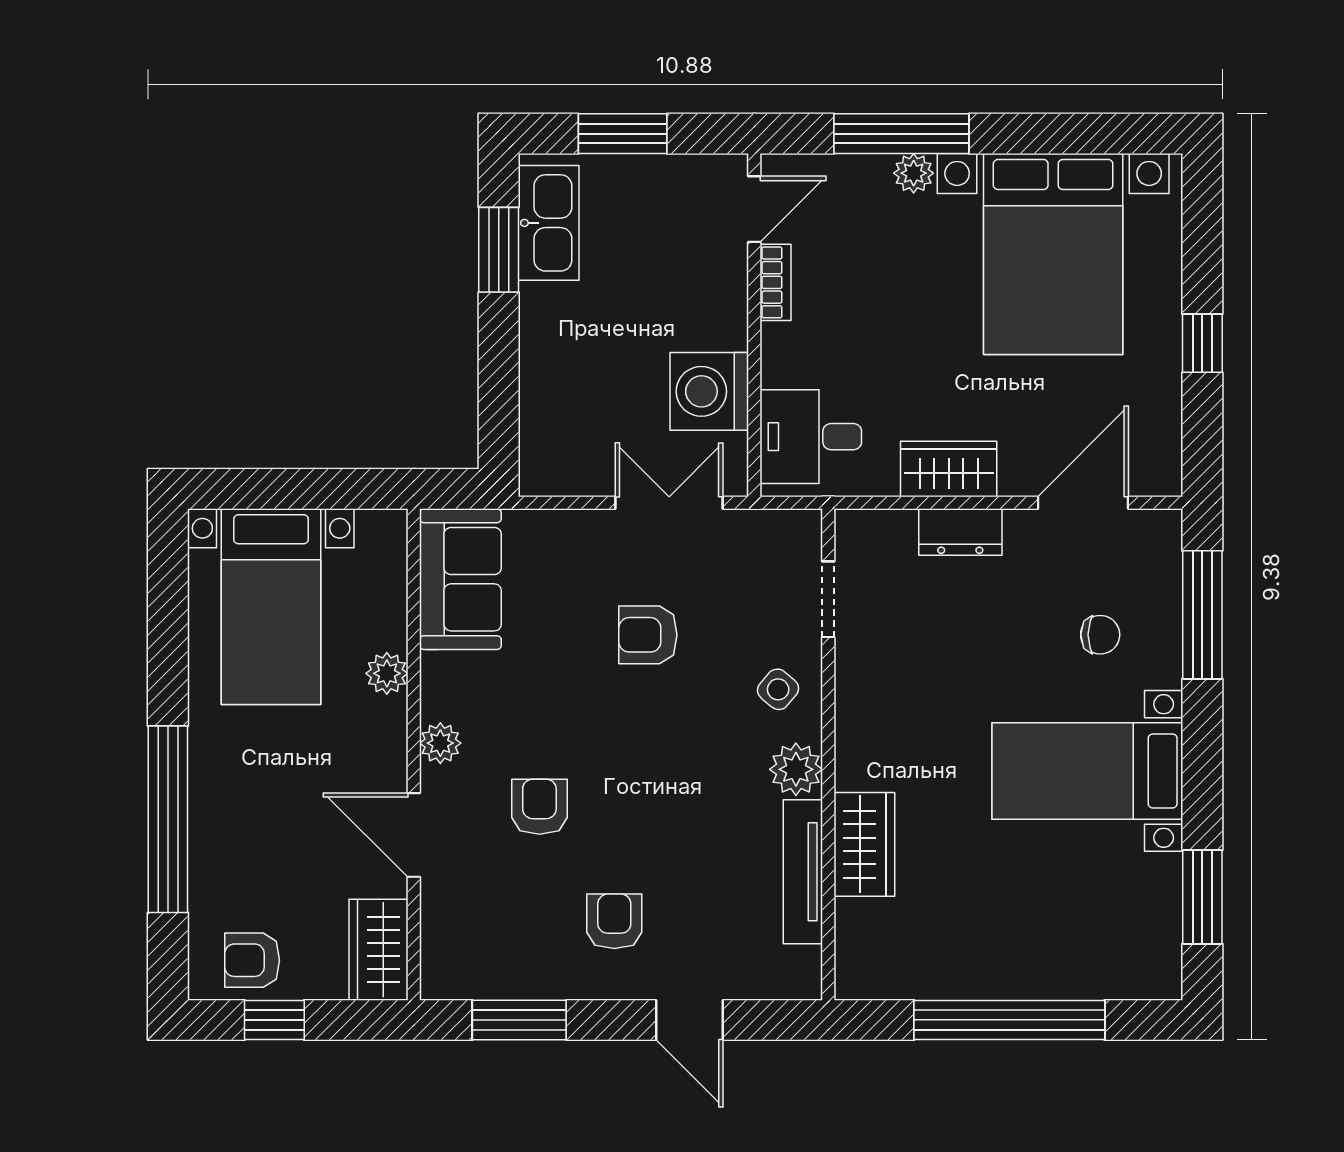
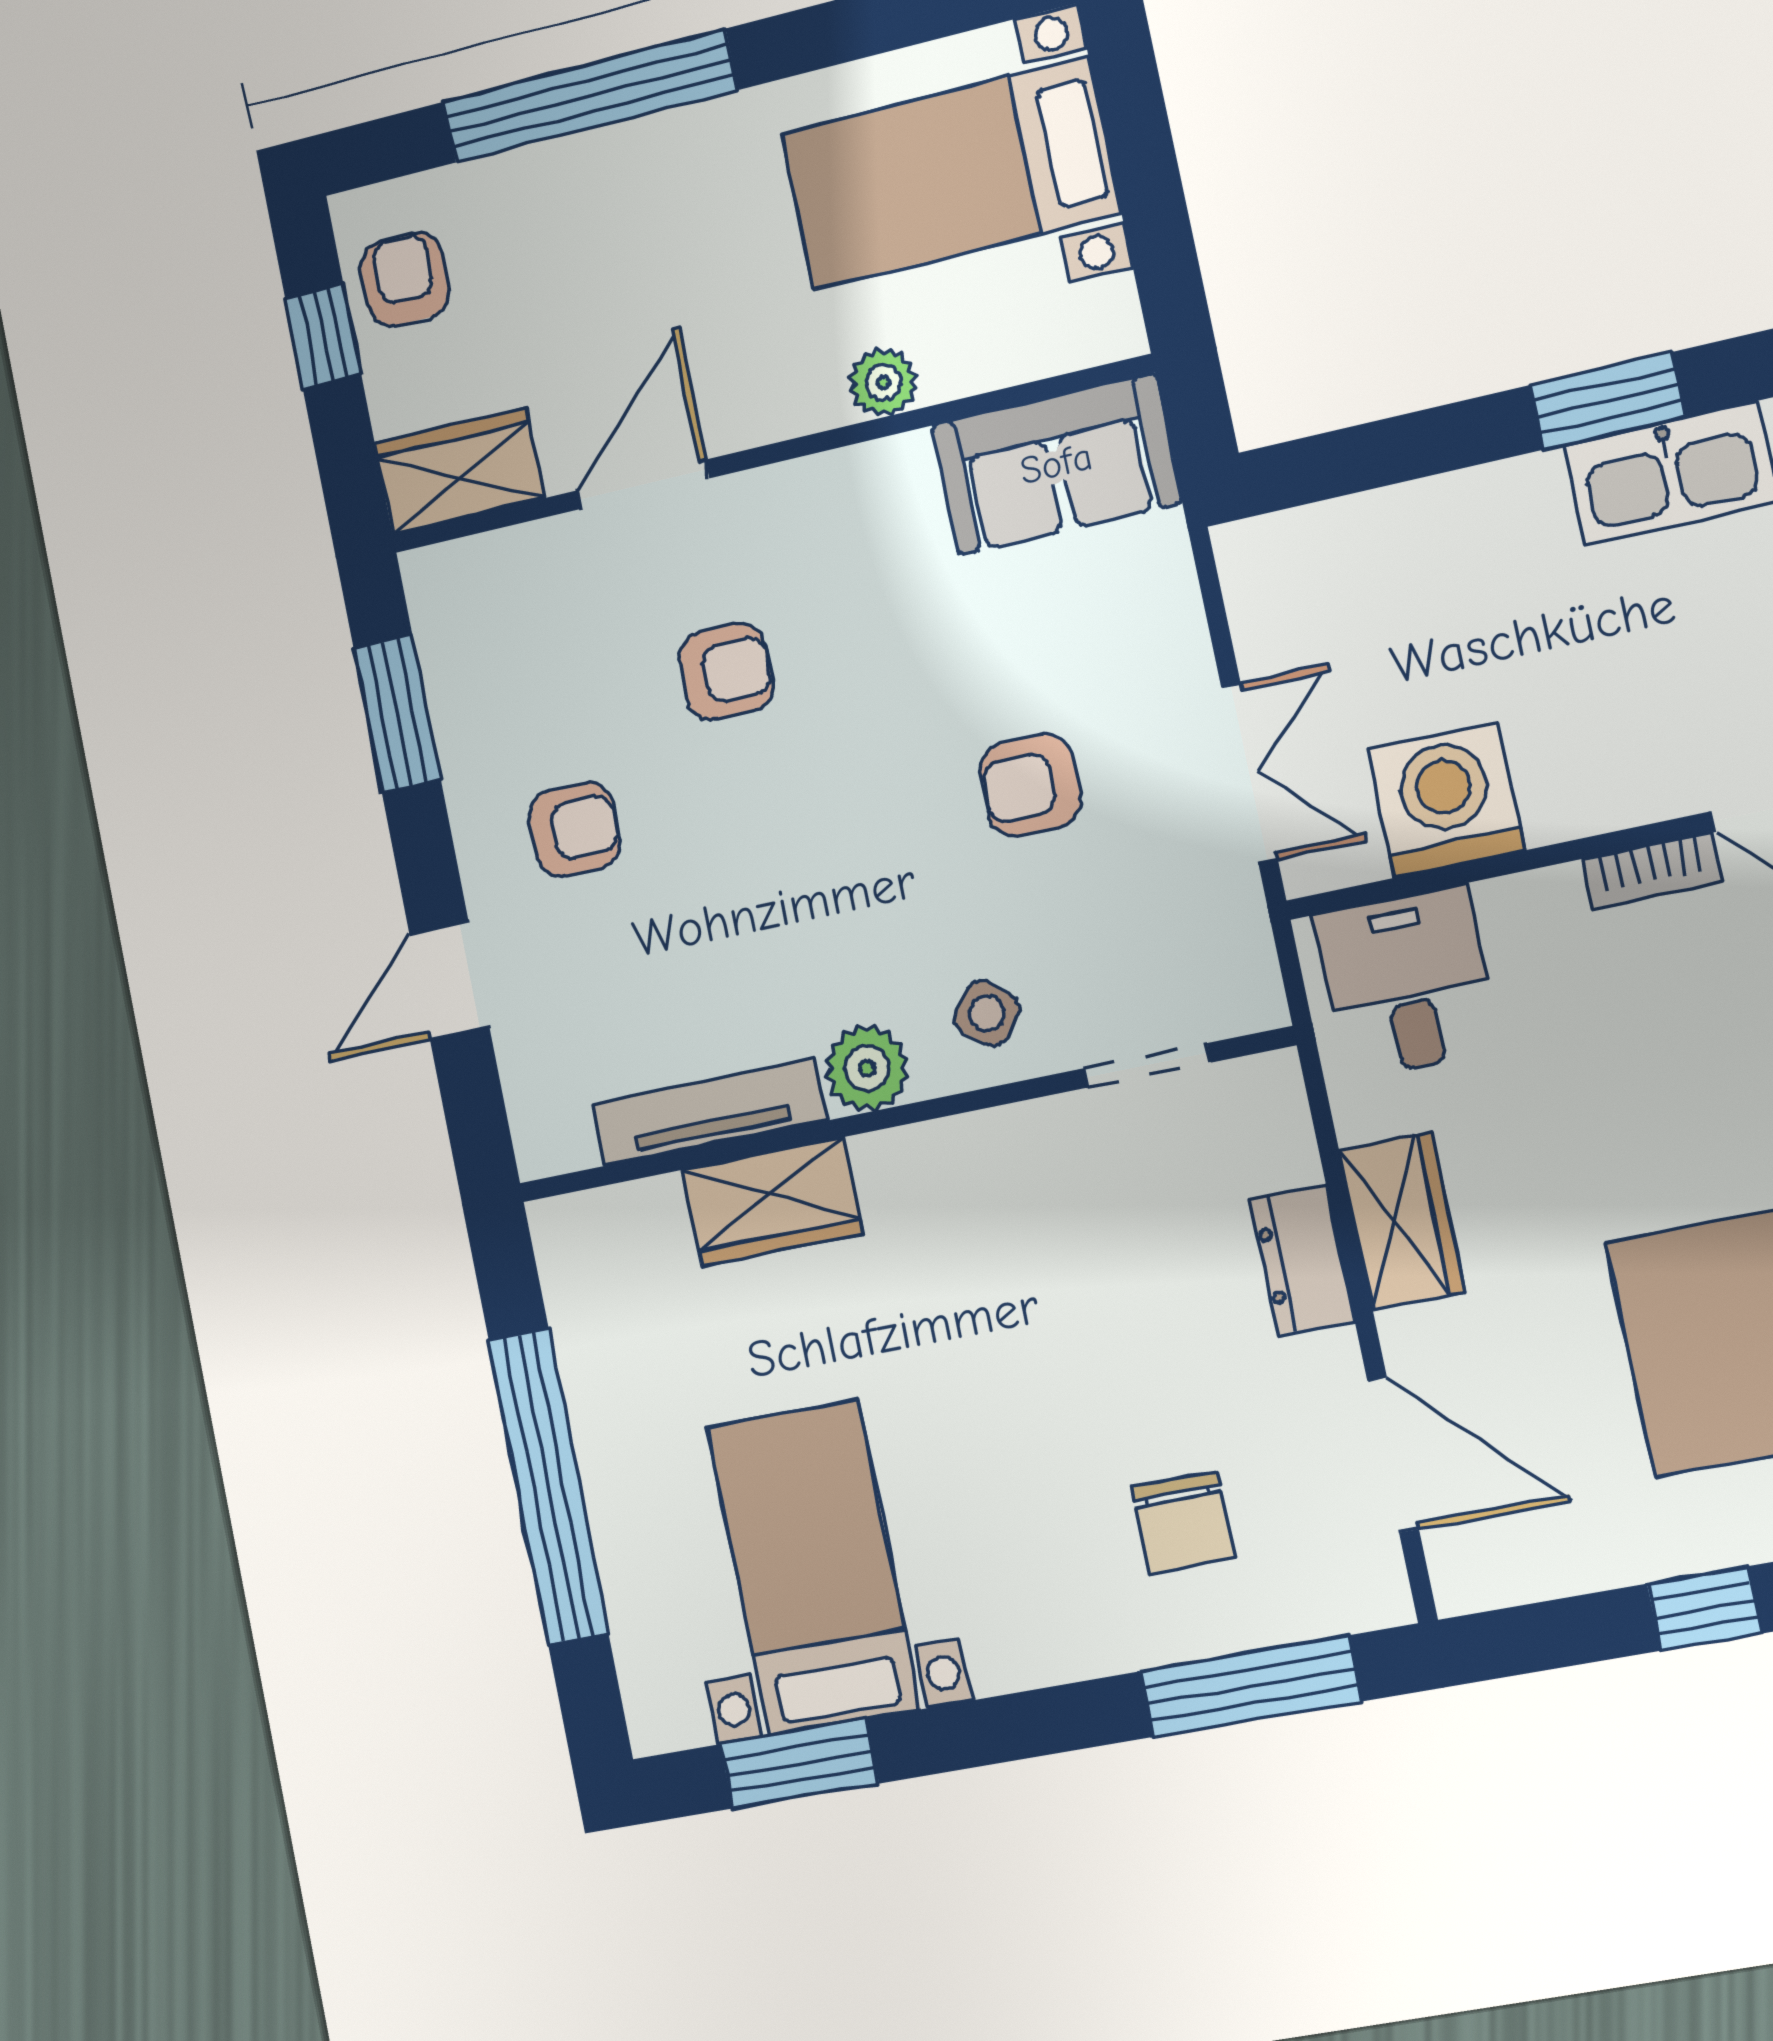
armchair: (648, 635) -> (1030, 785), turned -90
chair: (1100, 635) -> (1183, 1523), width x1.37, depth x1.37
plant: (440, 743) -> (792, 493), removed
bed with nightstands: (1087, 771) -> (813, 1568), moved

